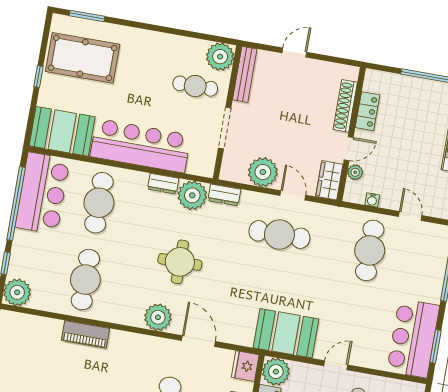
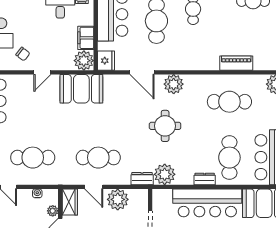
dresser: (163, 184) -> (205, 179), moved
cafe table: (370, 250) -> (33, 158), turned 90
cafe table: (85, 280) -> (229, 102), turned 90
piano: (86, 334) -> (236, 63), moved

